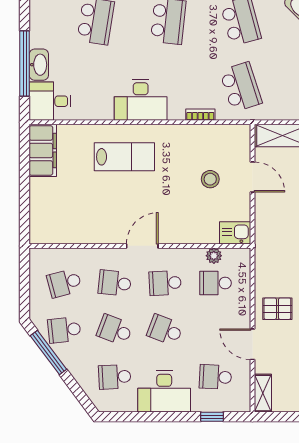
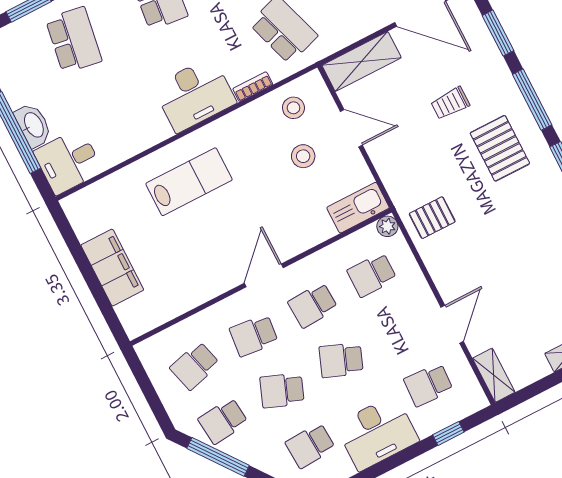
desk: (141, 100) -> (194, 95), moved
stool: (220, 143) -> (293, 108), added
filing cabinet: (43, 150) -> (112, 268), moved
kitchen sink: (235, 233) -> (358, 208), width x1.38
plant: (214, 256) -> (387, 226), moved
pallet: (277, 309) -> (432, 218), moved
door: (252, 344) -> (452, 324), swing flipped

